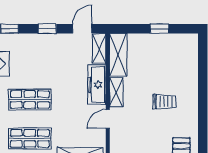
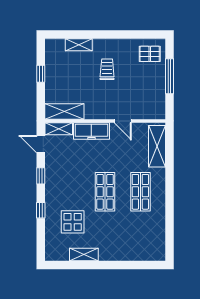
shelving: (116, 92) -> (79, 45), moved

